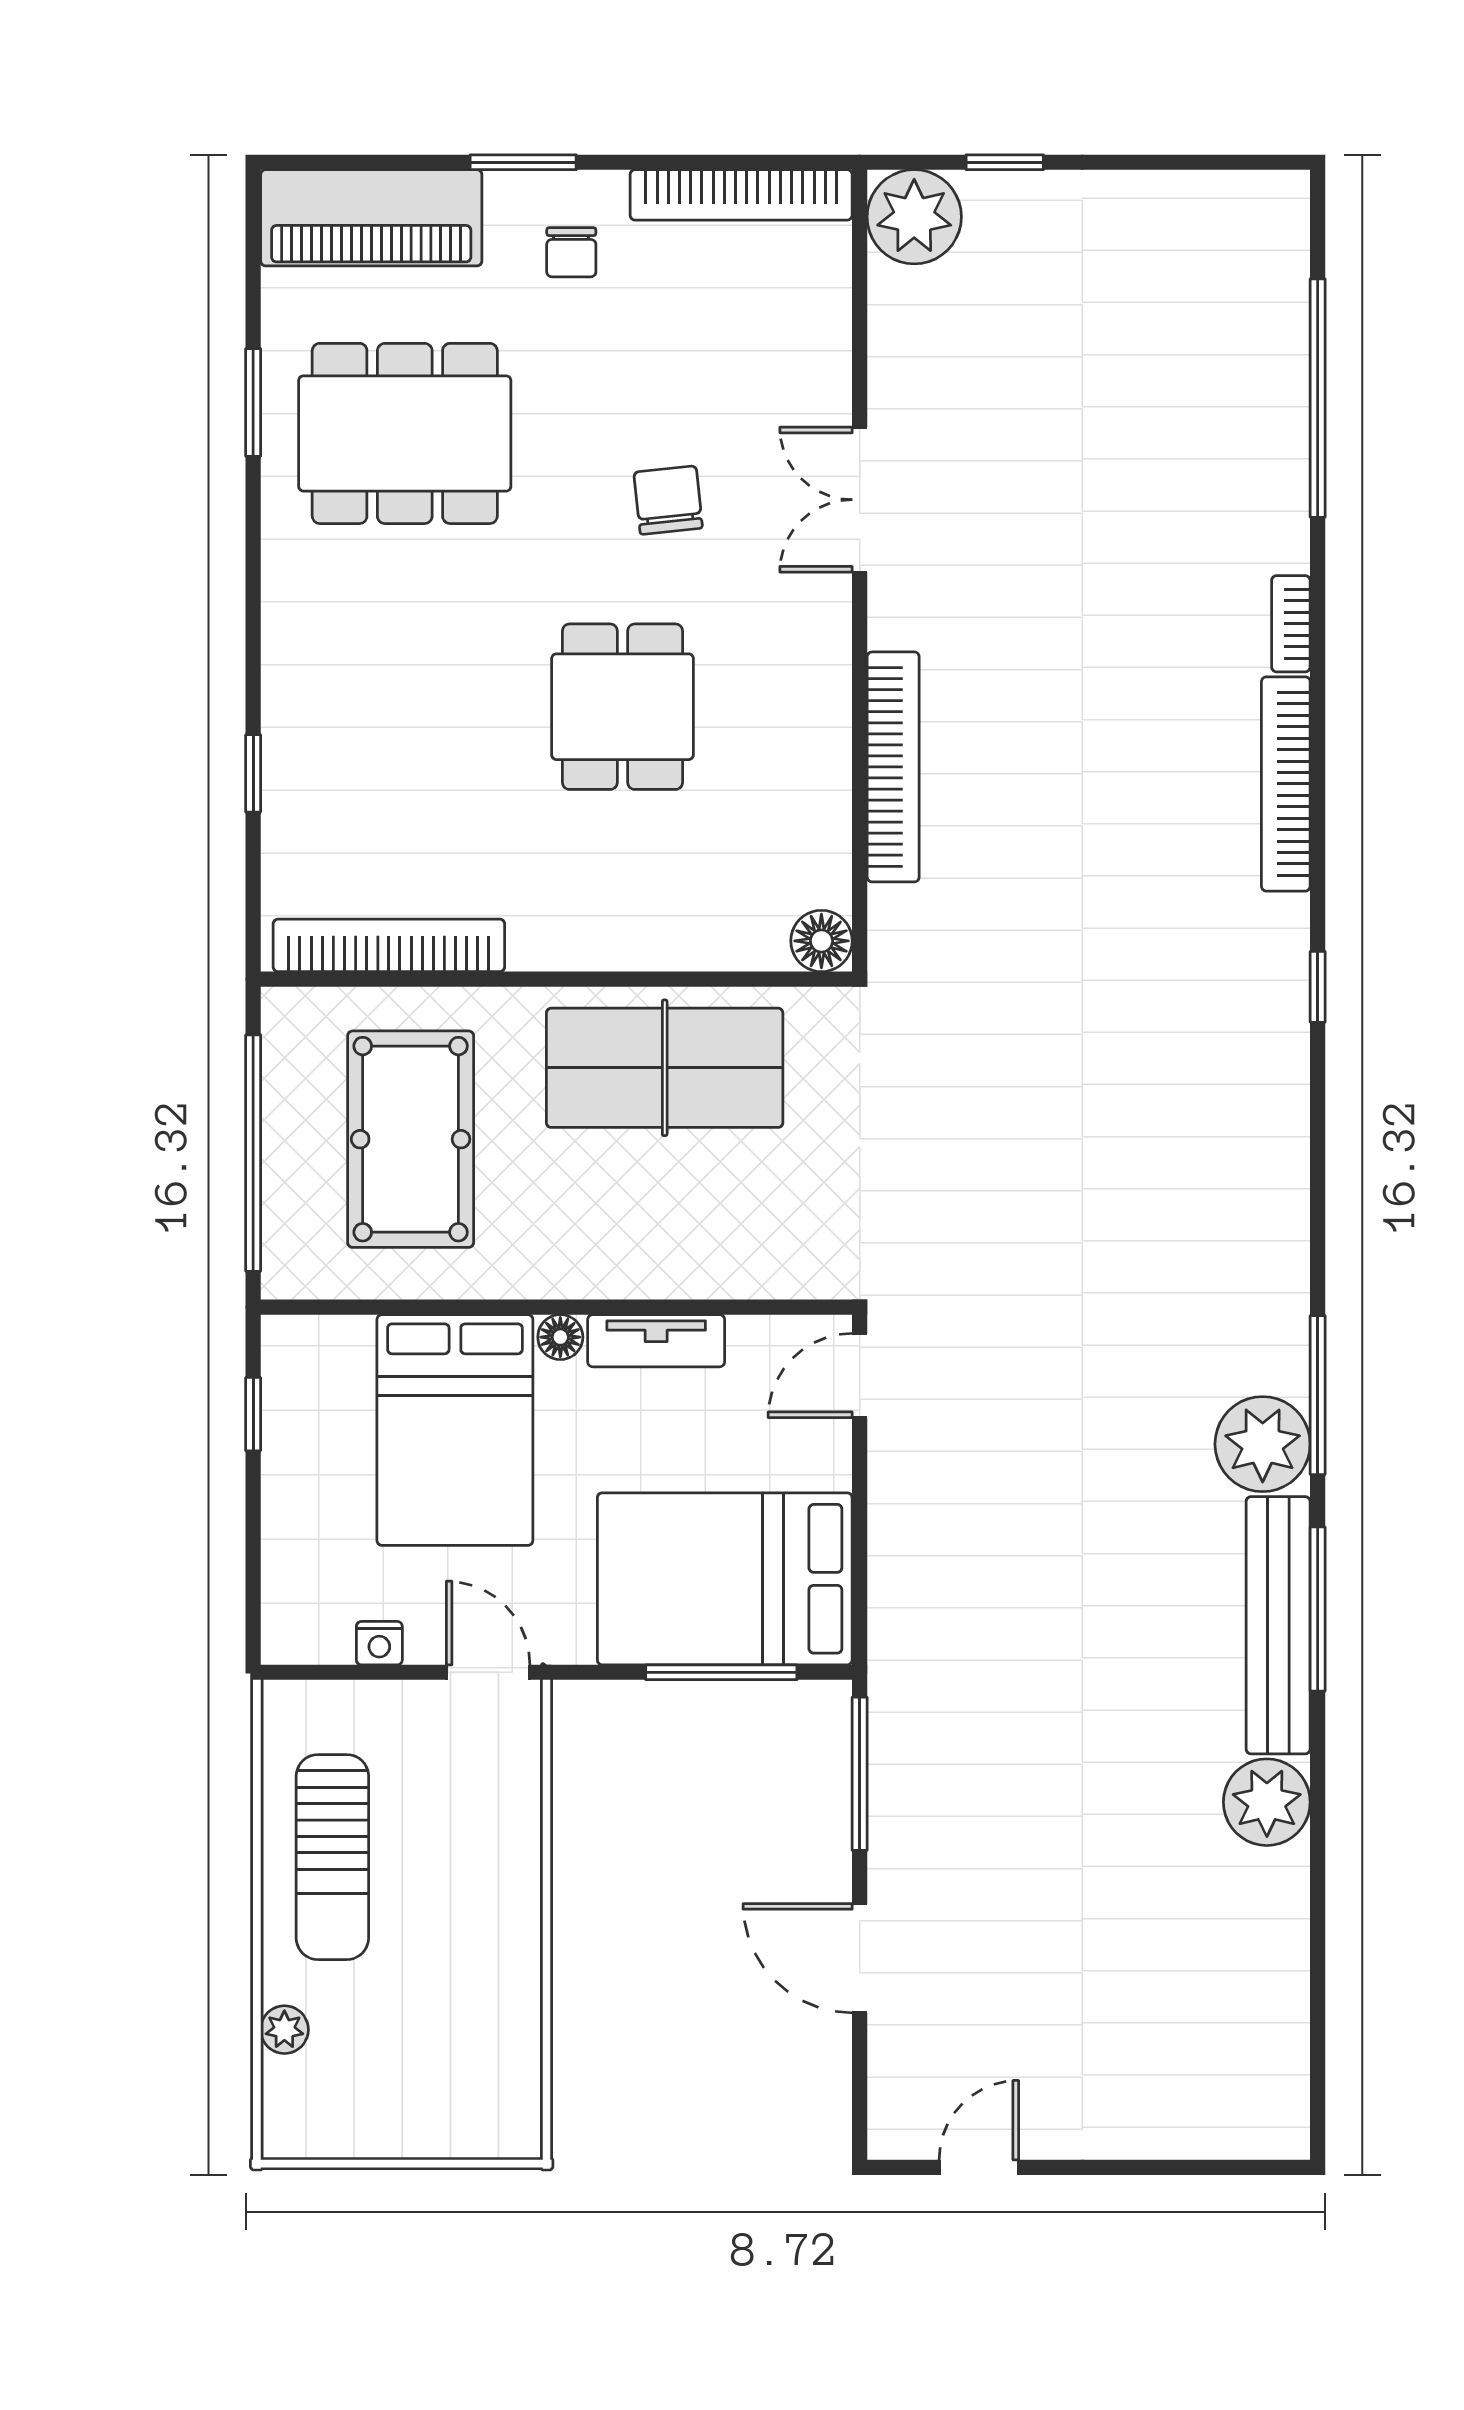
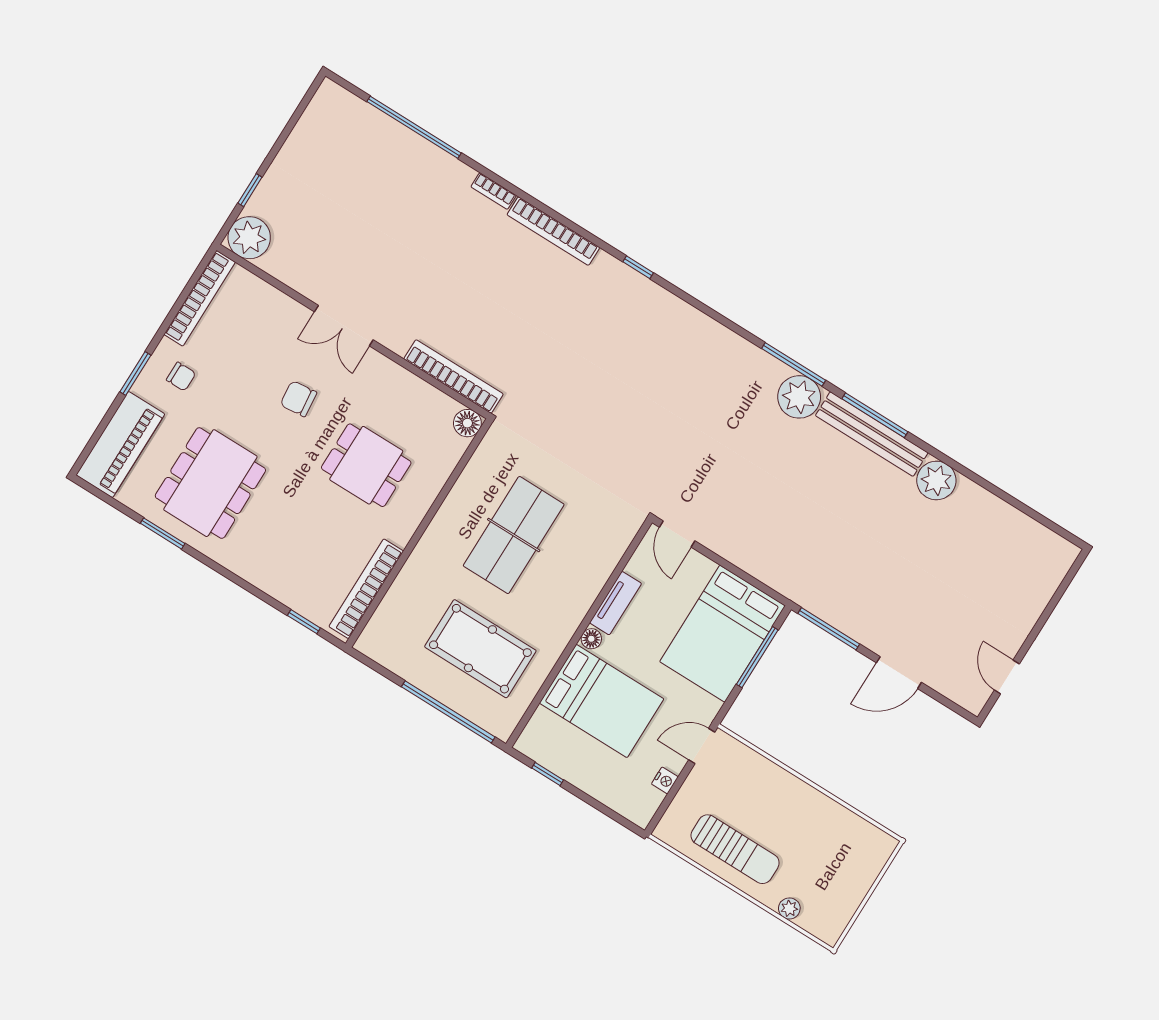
floor lamp: (821, 941) -> (467, 423), moved
bookcase: (389, 945) -> (366, 589), moved
wall: (556, 979) -> (419, 533), moved

